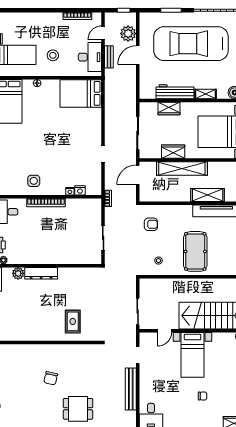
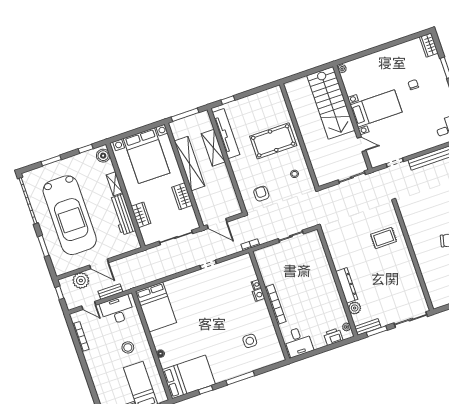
shelving: (182, 168) -> (190, 164), moved
side table: (34, 181) -> (250, 341), moved
nightstand: (80, 190) -> (259, 295), moved

